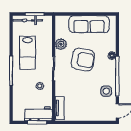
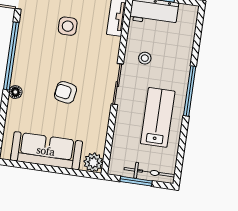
plant: (61, 44) -> (93, 162), moved
armchair: (83, 60) -> (65, 92), width x0.53, depth x0.53
side table: (106, 91) -> (68, 26), moved

